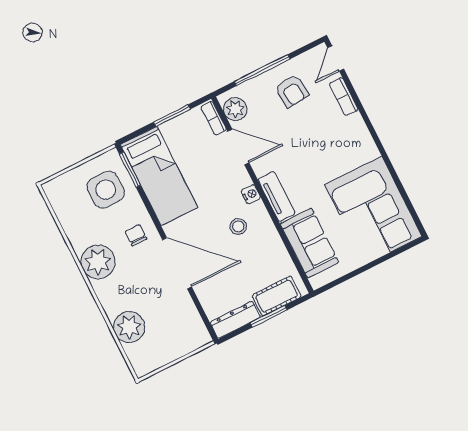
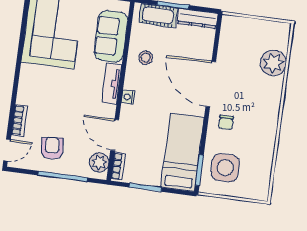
stool: (238, 226) -> (146, 58), moved
plant: (98, 262) -> (264, 122), removed

